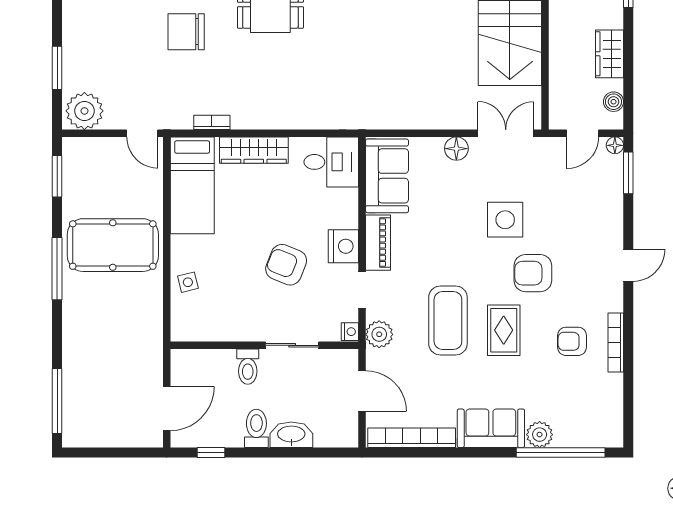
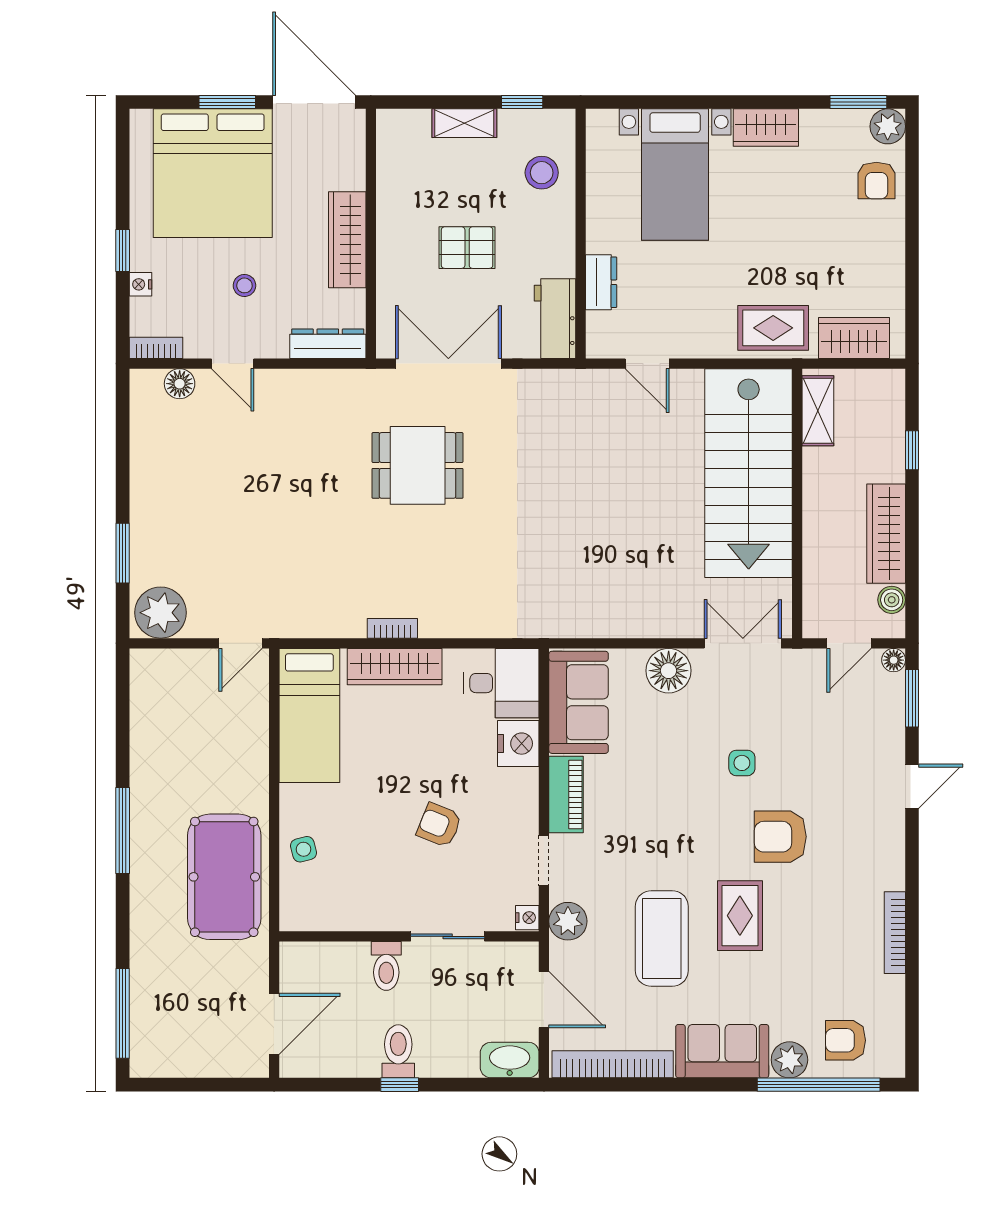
chair: (186, 32) -> (301, 503), removed
wardrobe: (609, 54) -> (886, 534), width x1.50
bookcase: (212, 122) -> (392, 628), moved
door: (142, 133) -> (240, 643), hinge flipped
floor lamp: (456, 149) -> (669, 671), width x1.38, depth x1.38
window: (57, 176) -> (123, 703), removed
side table: (505, 220) -> (742, 763), width x0.54, depth x0.54
pool table: (113, 245) -> (224, 877), moved, turned 90
nightstand: (343, 246) -> (518, 744), moved
armchair: (286, 265) -> (439, 825), width x0.72, depth x0.72
door: (628, 265) -> (912, 786), moved
coffee table: (448, 320) -> (662, 939), moved
armchair: (572, 341) -> (845, 1040), moved
washbasin: (291, 435) -> (510, 1060), moved
window: (211, 453) -> (400, 1085), moved

